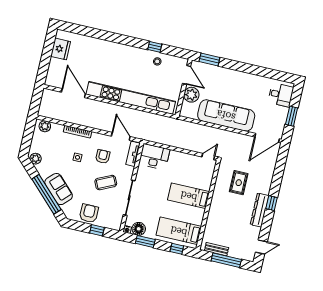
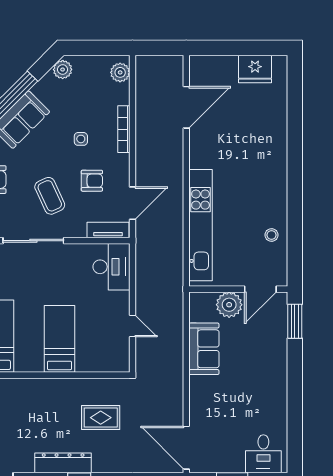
window: (155, 47) -> (295, 225), removed
kitchen unit: (131, 98) -> (201, 225), width x0.73
sofa: (226, 115) -> (204, 349), width x0.54, depth x0.79
door: (208, 157) -> (133, 326), moved

